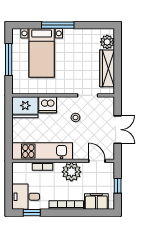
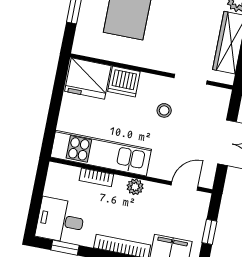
door: (97, 161) -> (185, 186), hinge flipped
plant: (71, 172) -> (135, 187), width x0.53, depth x0.53

